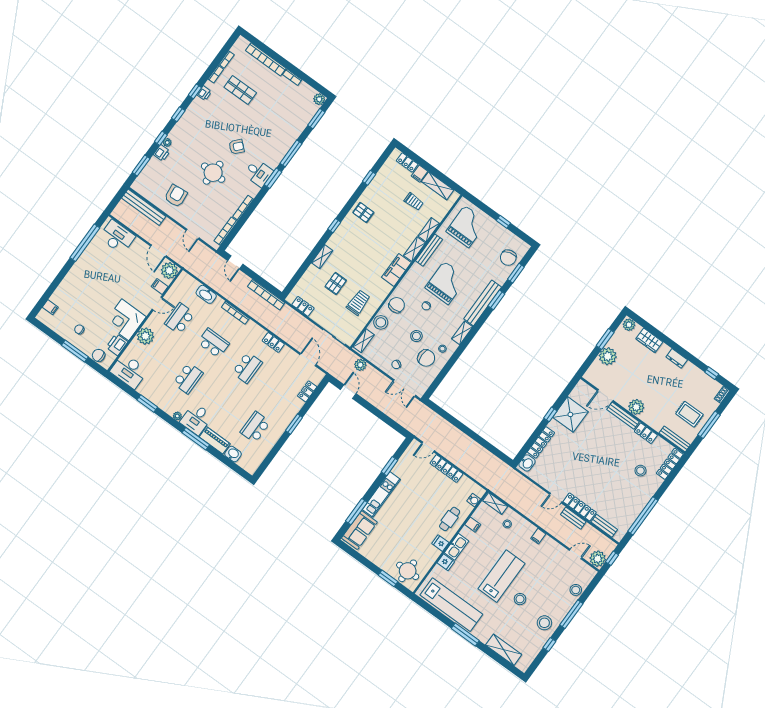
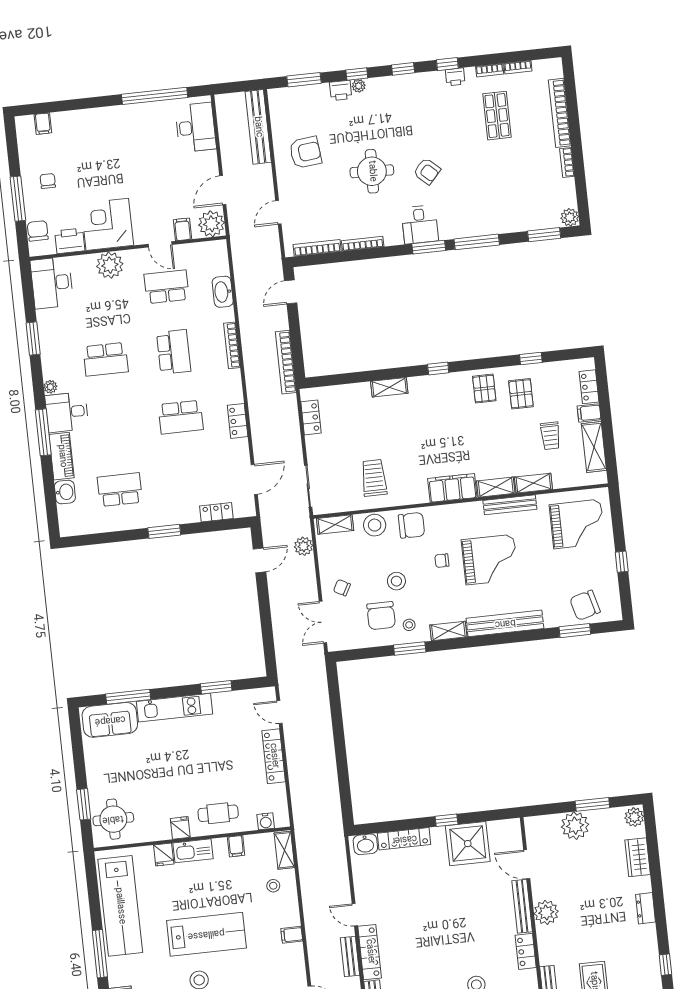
pallet: (336, 283) -> (521, 394), moved, turned 90
window: (496, 300) -> (410, 648), moved
trolley: (358, 303) -> (374, 478), turned -90

